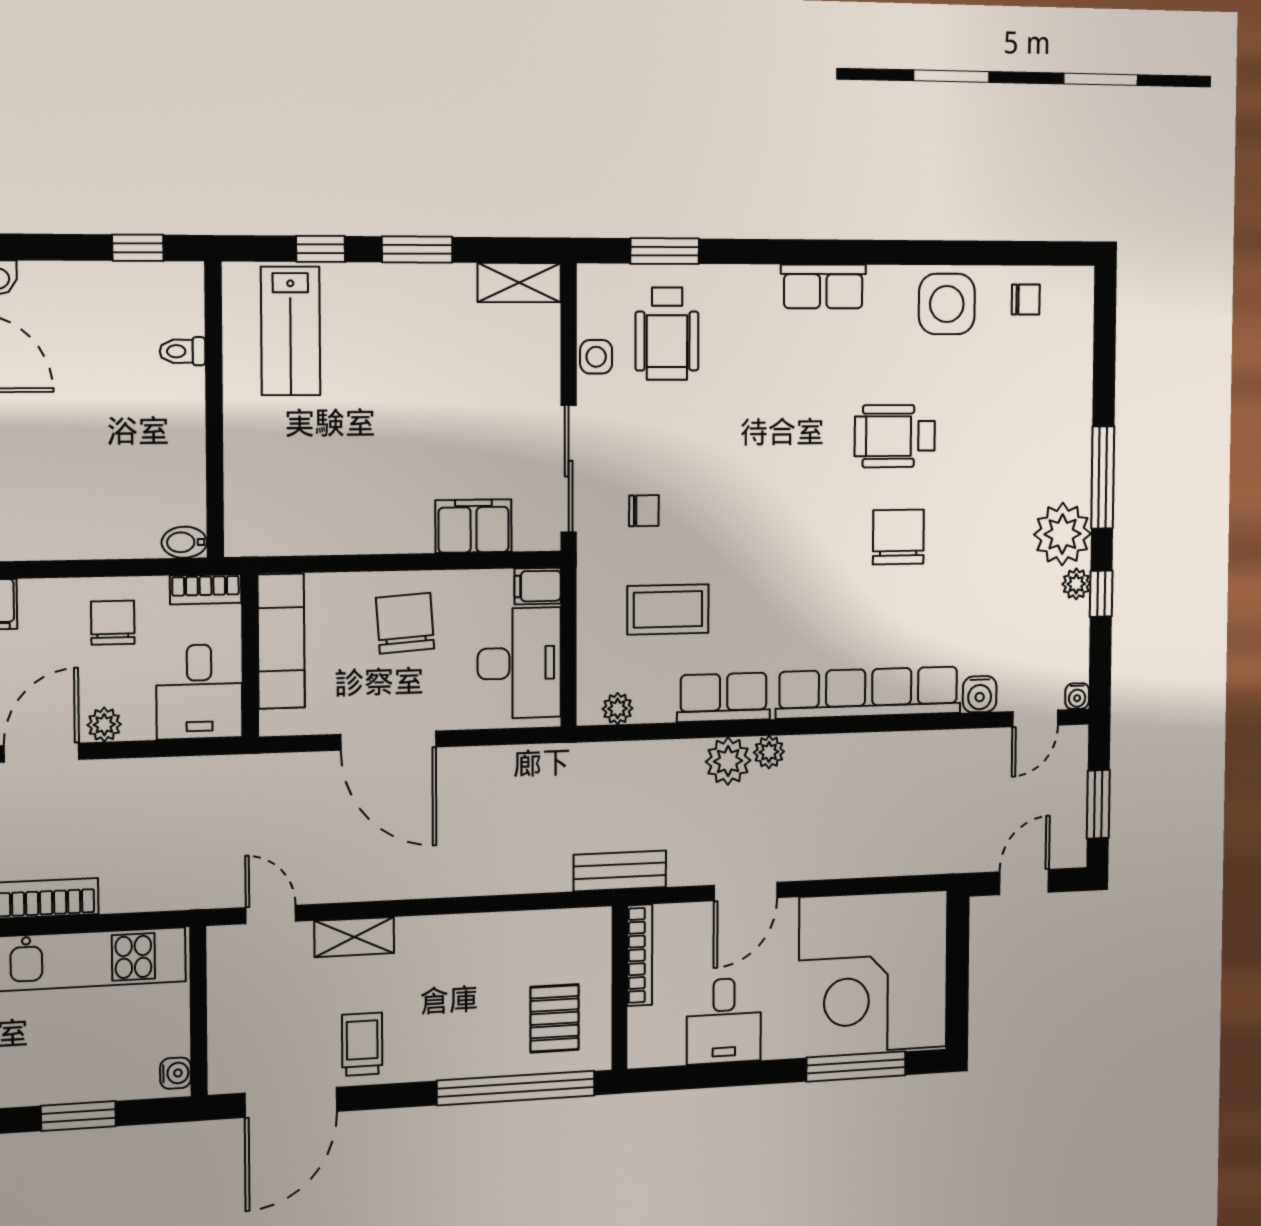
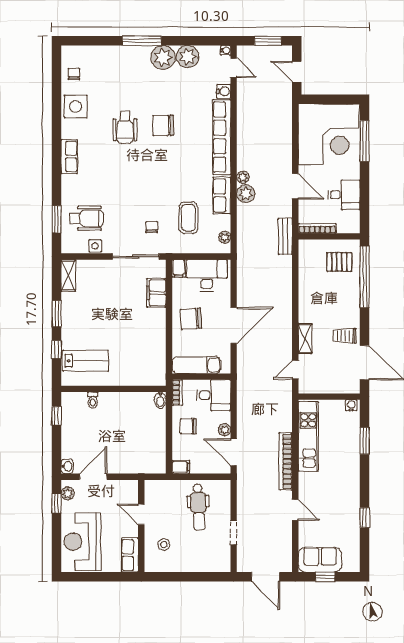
plant: (1076, 584) -> (188, 57), width x1.88, depth x1.88
window: (1101, 594) -> (186, 41), removed

